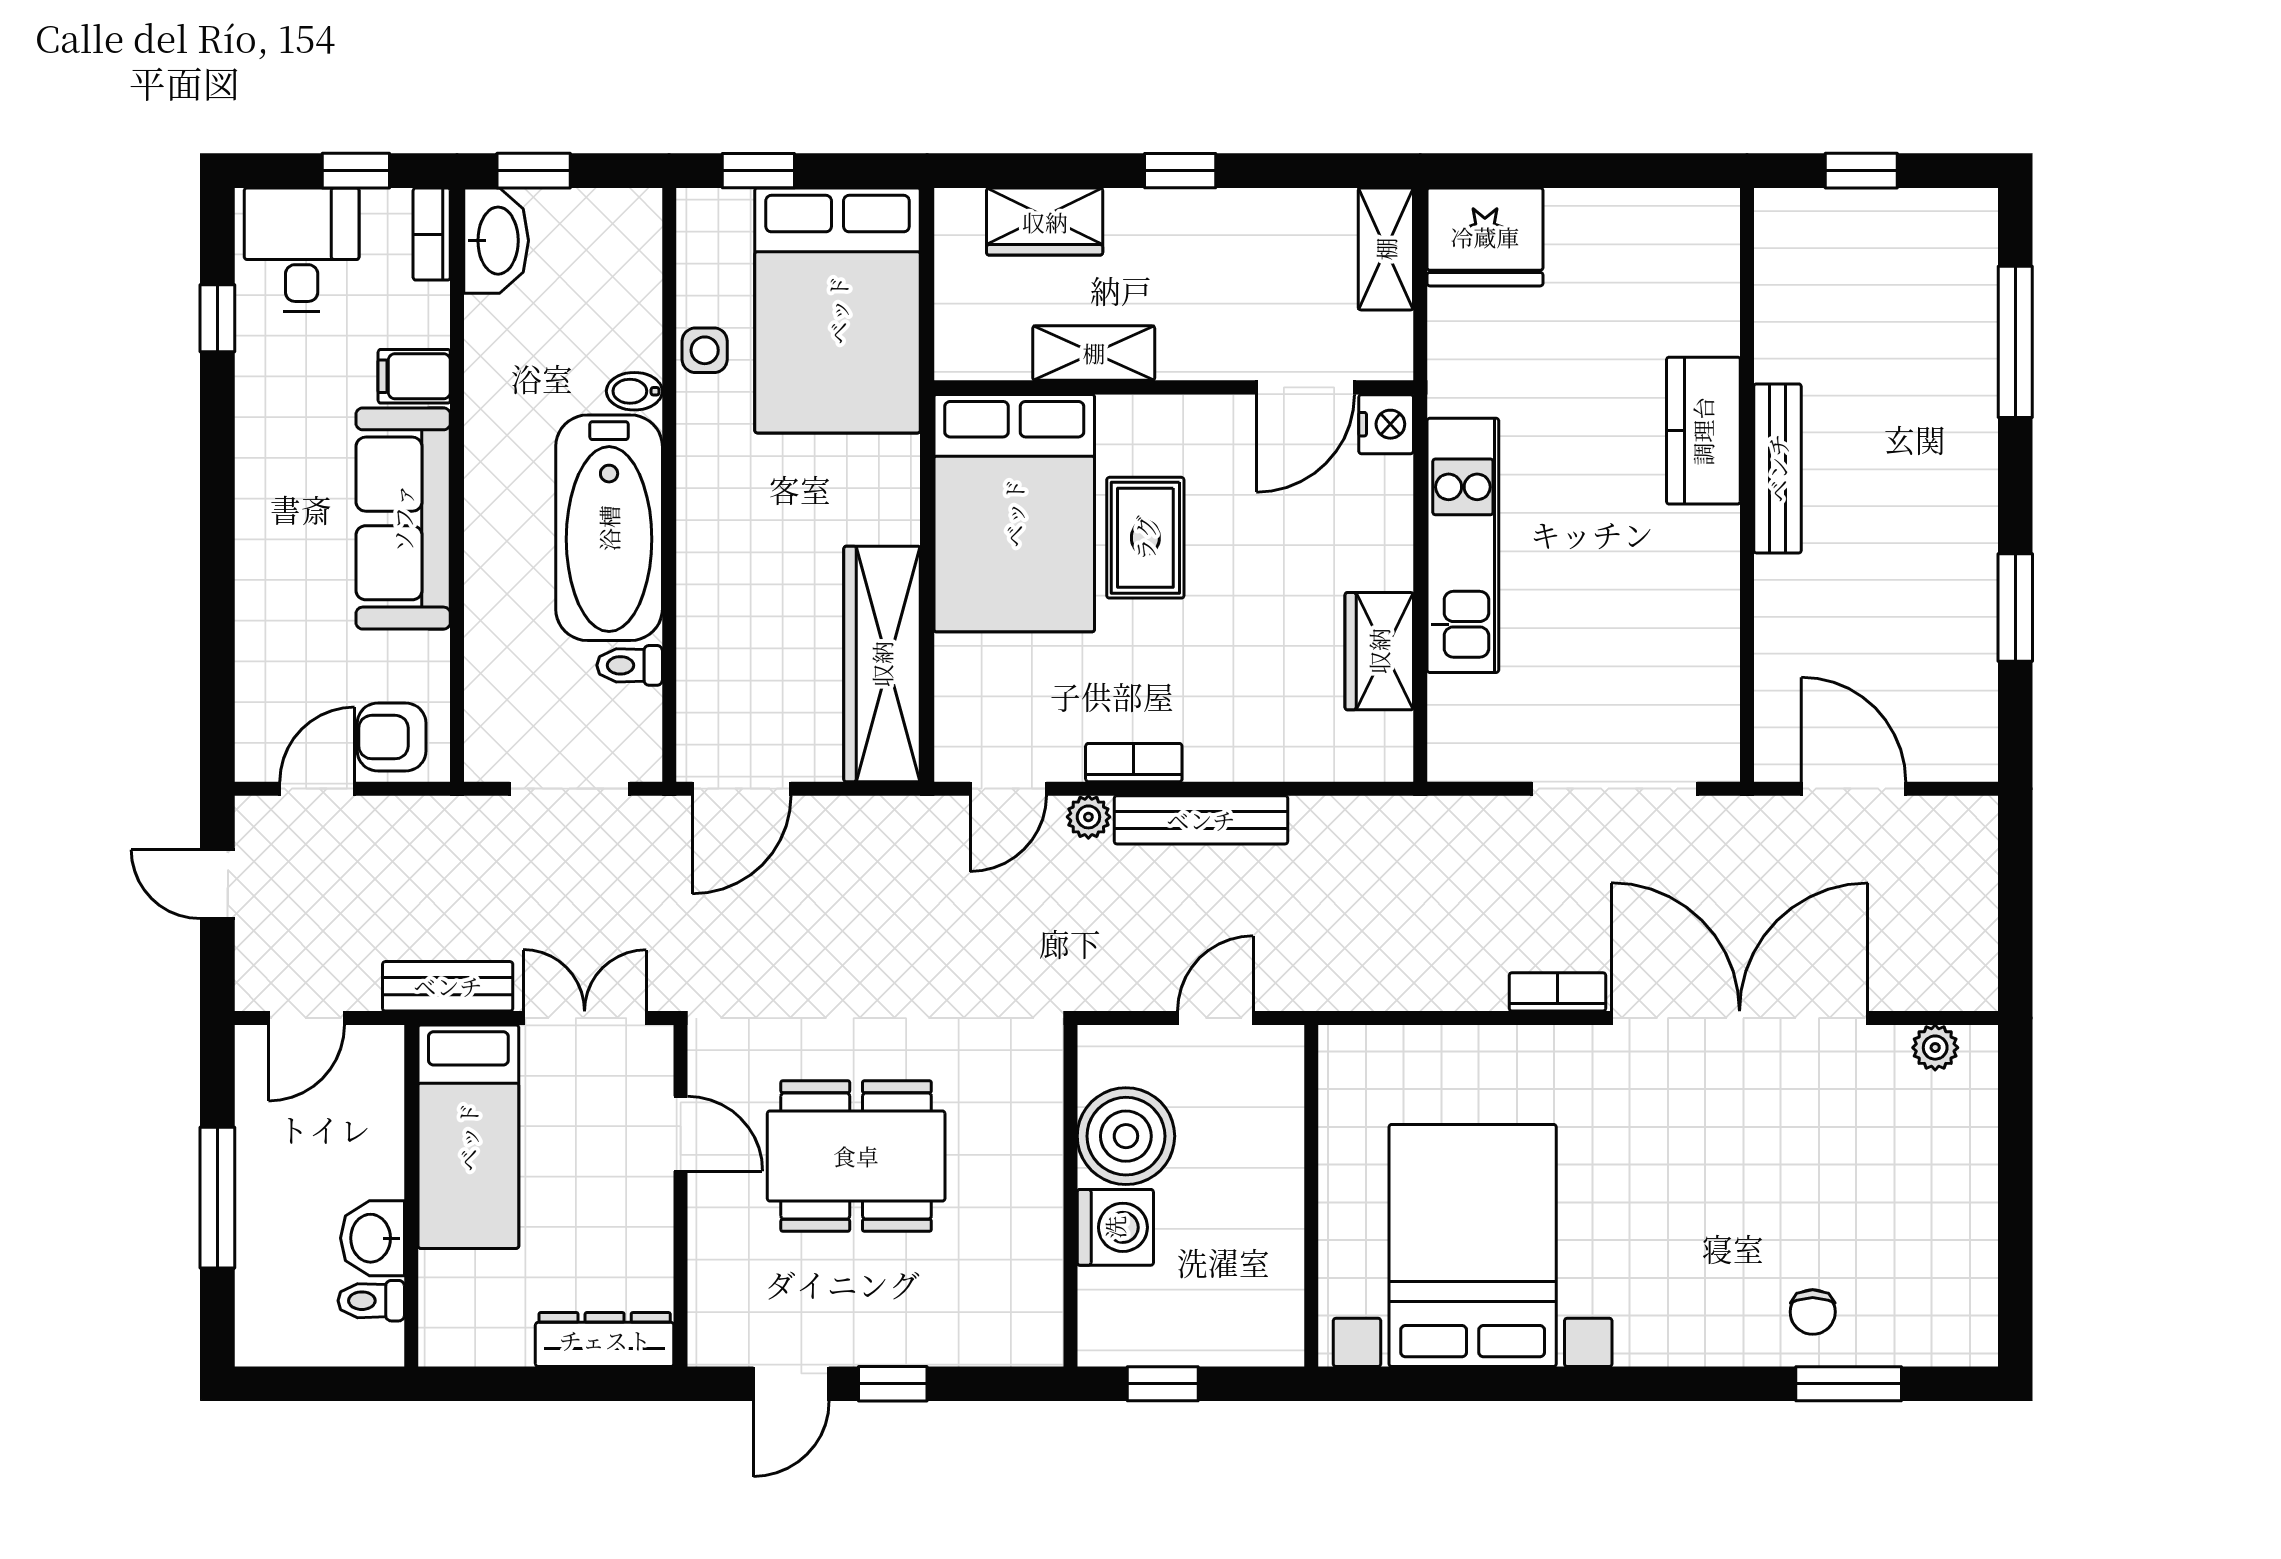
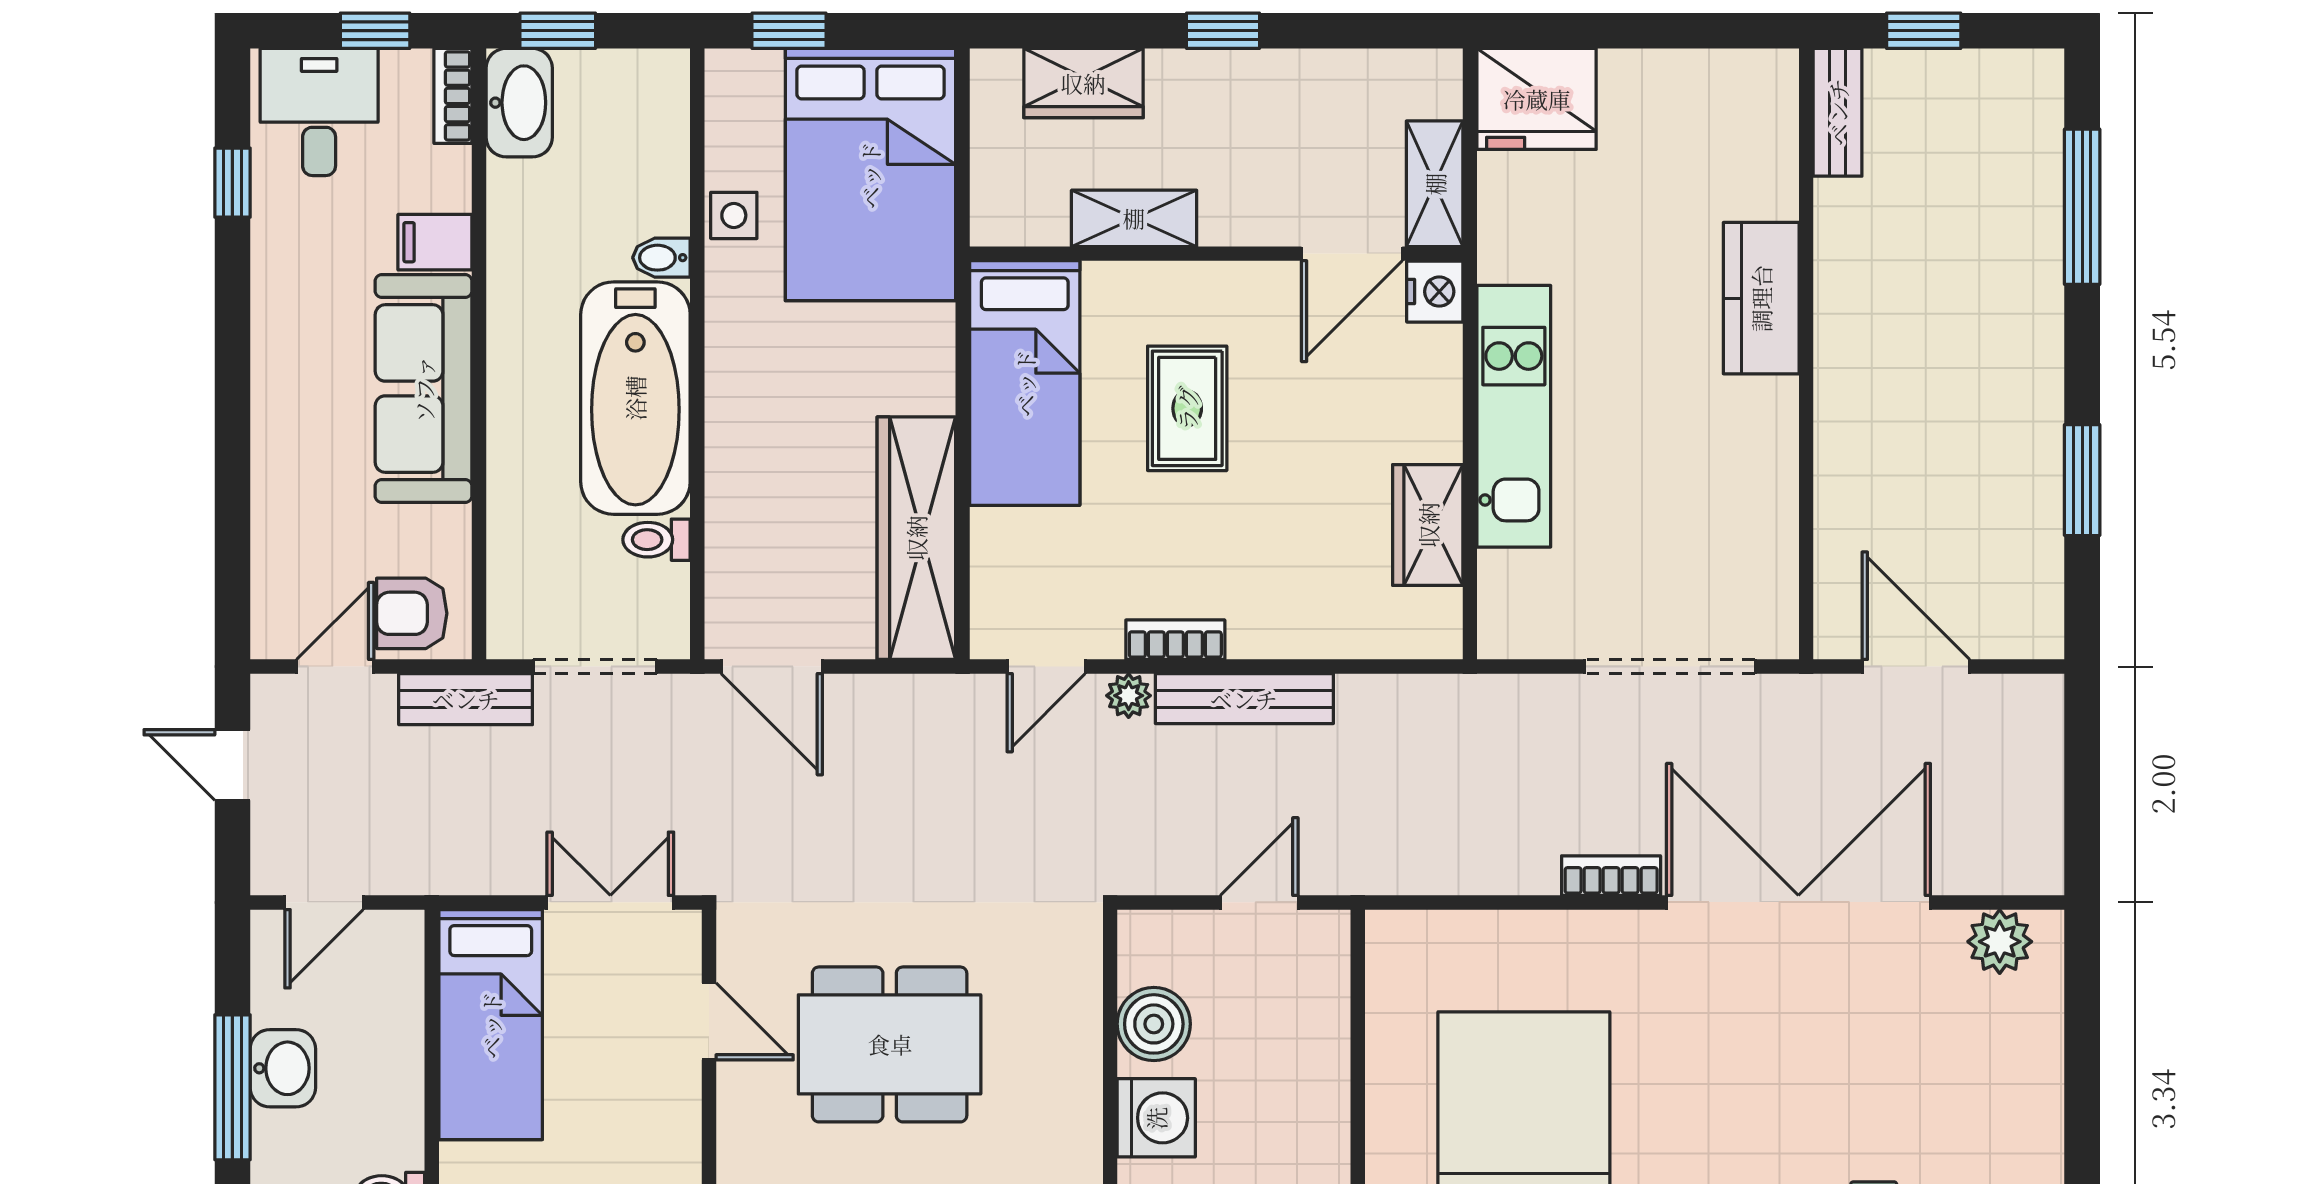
shelving: (1386, 249) -> (1435, 184), moved
bench: (1778, 468) -> (1838, 112), moved, width x0.73
bed: (1014, 513) -> (1025, 383), width x0.67
door: (742, 789) -> (772, 667), hinge flipped
bench: (448, 986) -> (466, 699), moved
plant: (1935, 1048) -> (2000, 942), width x1.38, depth x1.38
boiler: (1126, 1136) -> (1154, 1024), width x0.73, depth x0.73
washbasin: (372, 1238) -> (283, 1068), moved, turned 180

